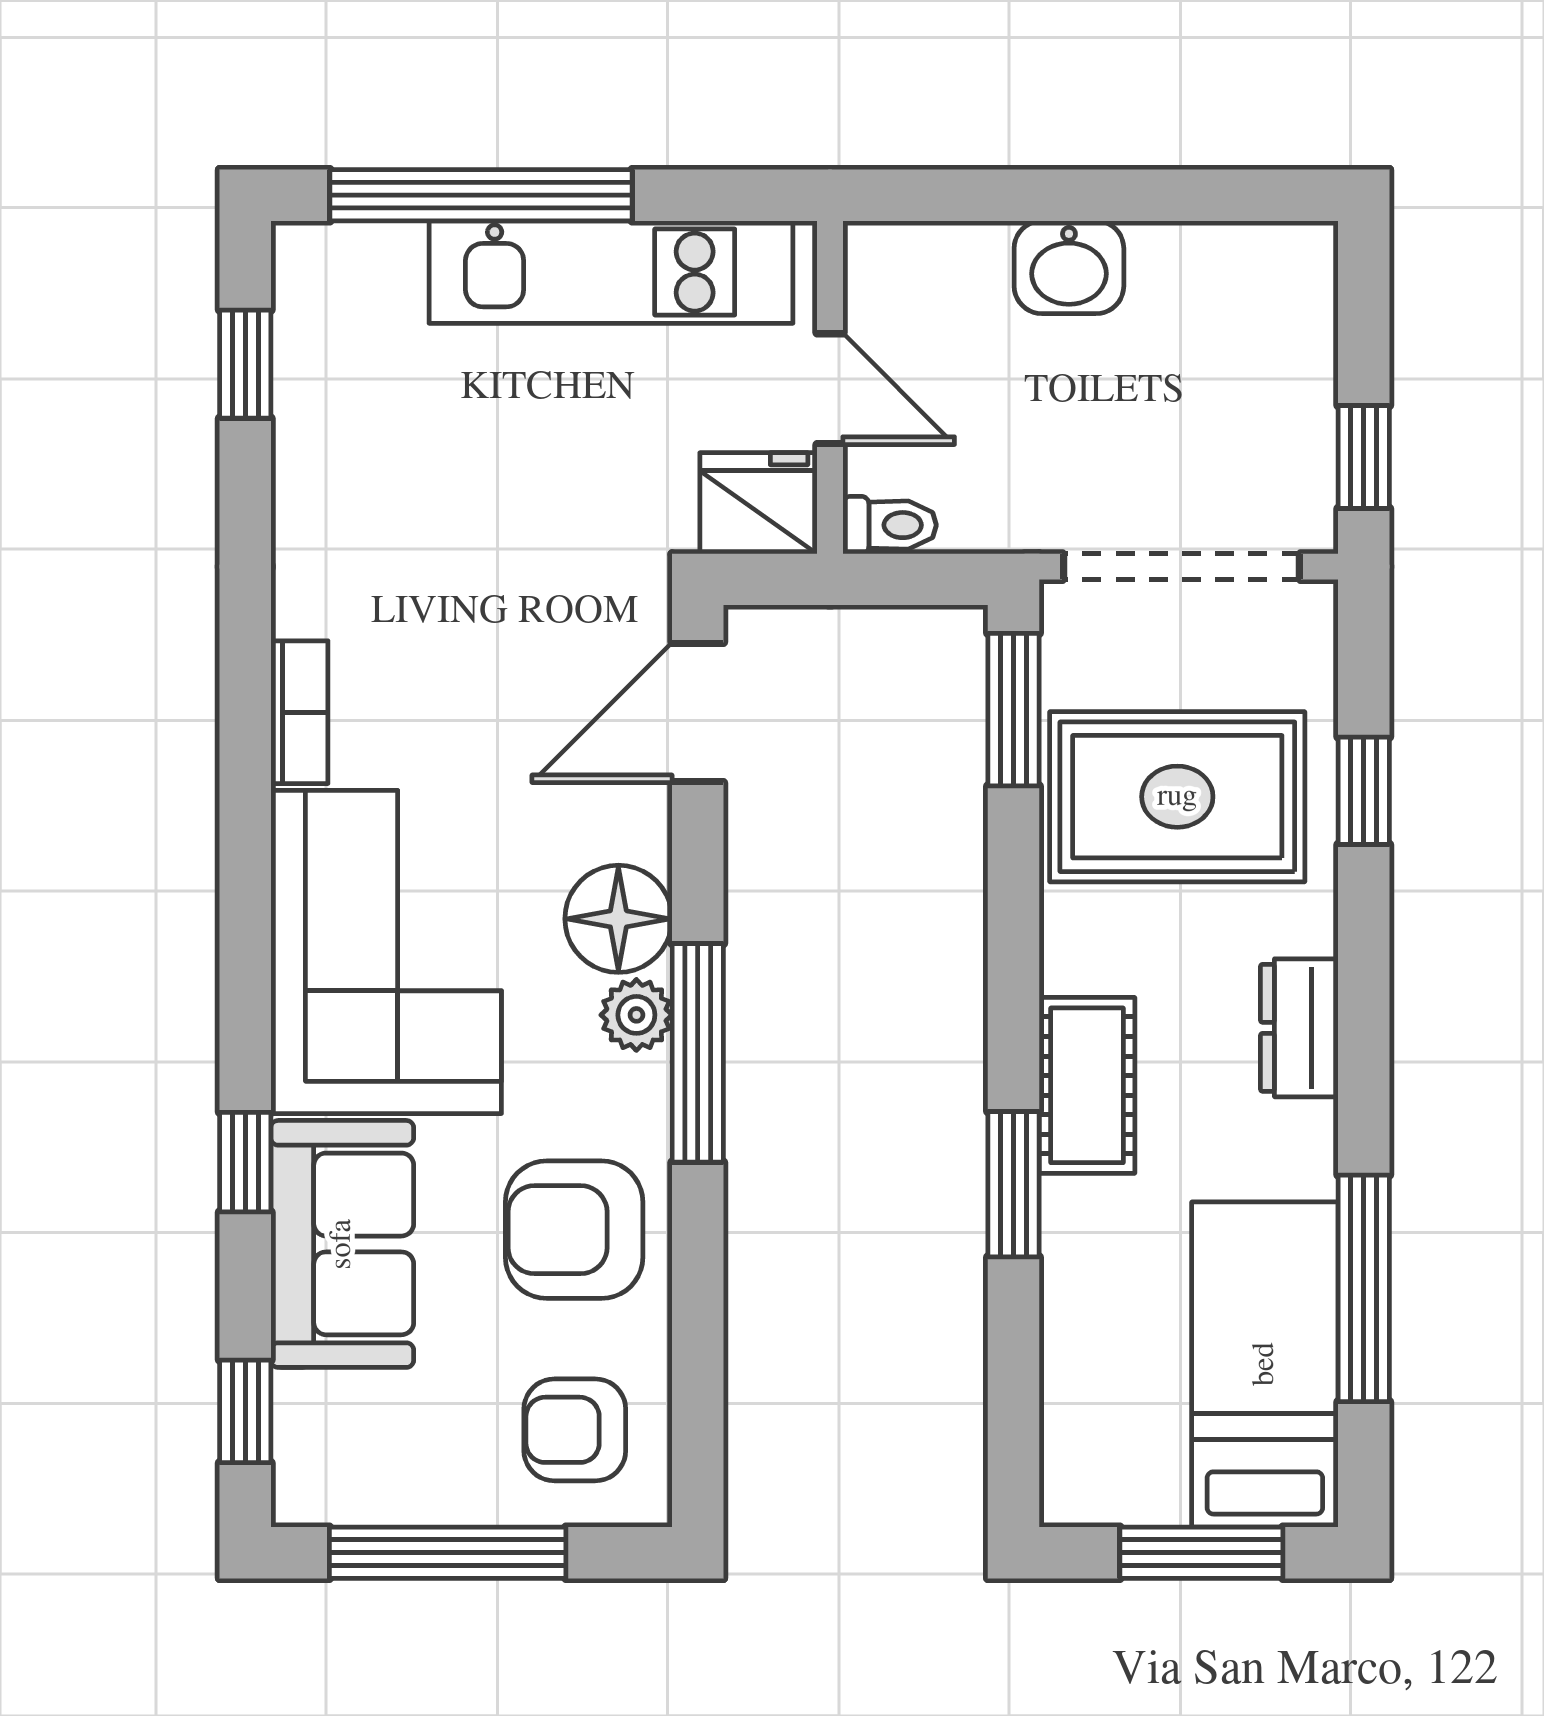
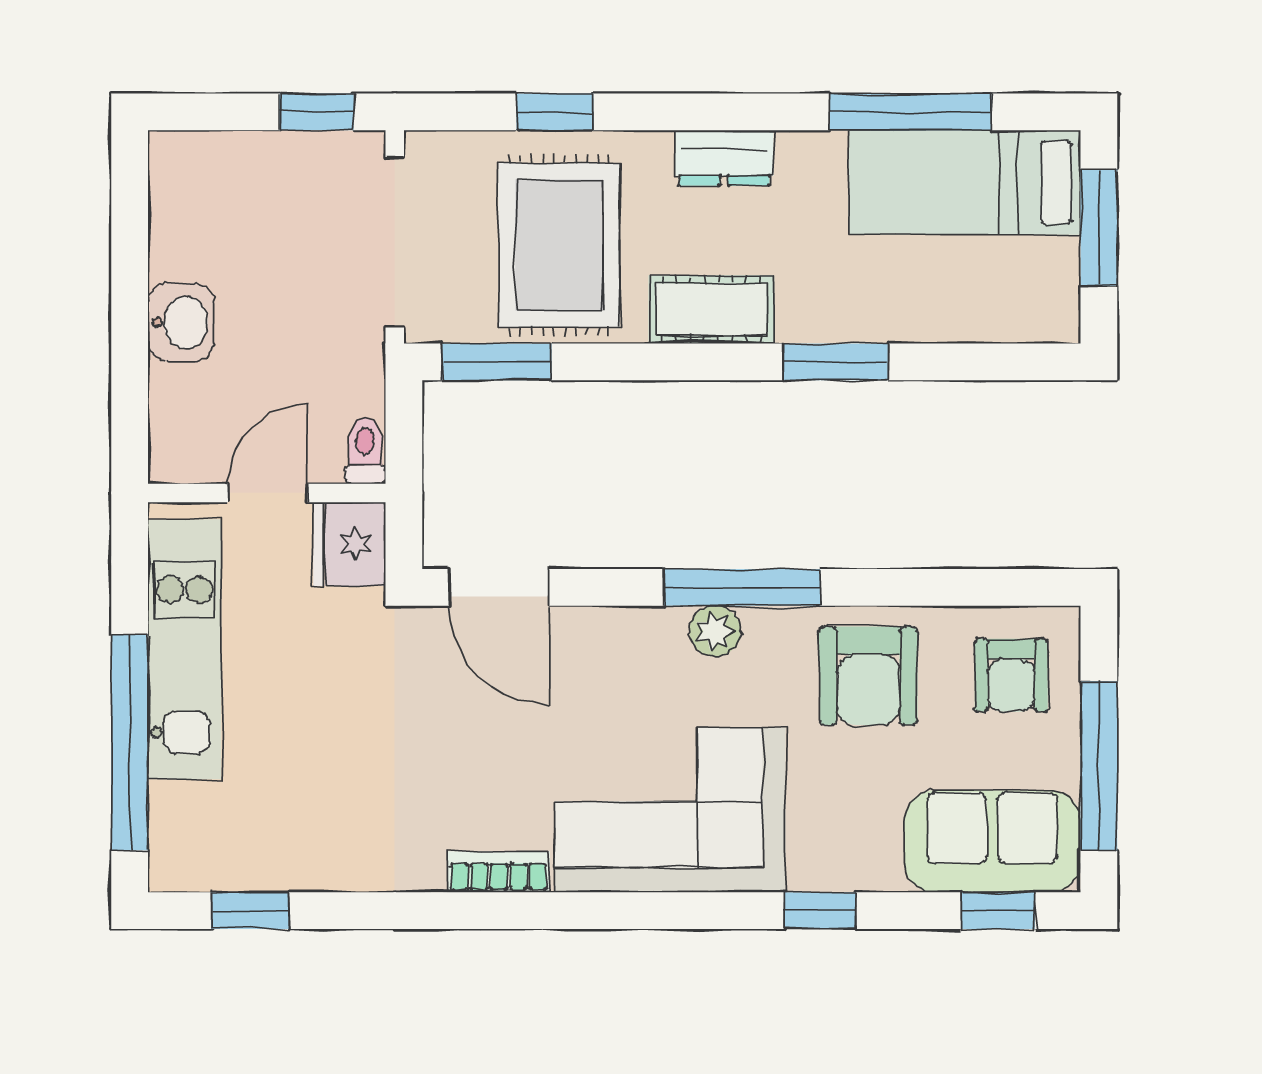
floor lamp: (618, 919) -> (646, 644), removed
cot: (1087, 1085) -> (711, 309), moved
sofa: (342, 1244) -> (992, 841), moved

